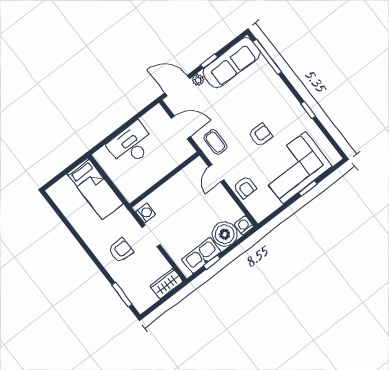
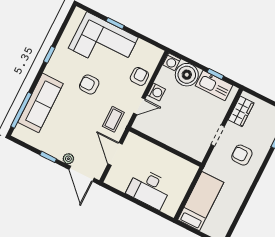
sofa: (231, 63) -> (40, 103), moved, turned 90
washing machine: (146, 213) -> (156, 92), moved, turned 180
wardrobe: (167, 284) -> (241, 111), moved, turned -90

